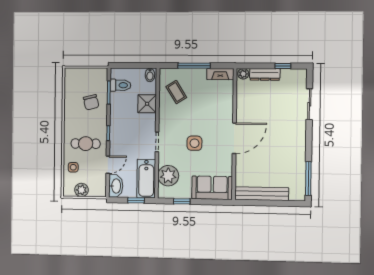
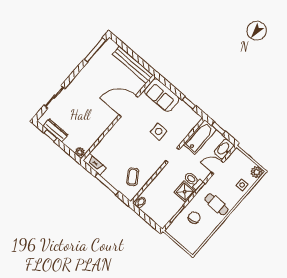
dresser: (265, 74) -> (56, 130), moved
toilet: (120, 85) -> (193, 180), moved
shower: (147, 104) -> (185, 192), moved
door: (234, 138) -> (129, 106), moved
side table: (194, 143) -> (159, 131), moved
cafe table: (86, 144) -> (216, 204), moved
plant: (168, 176) -> (184, 127), removed
plant: (82, 190) -> (257, 172), moved

